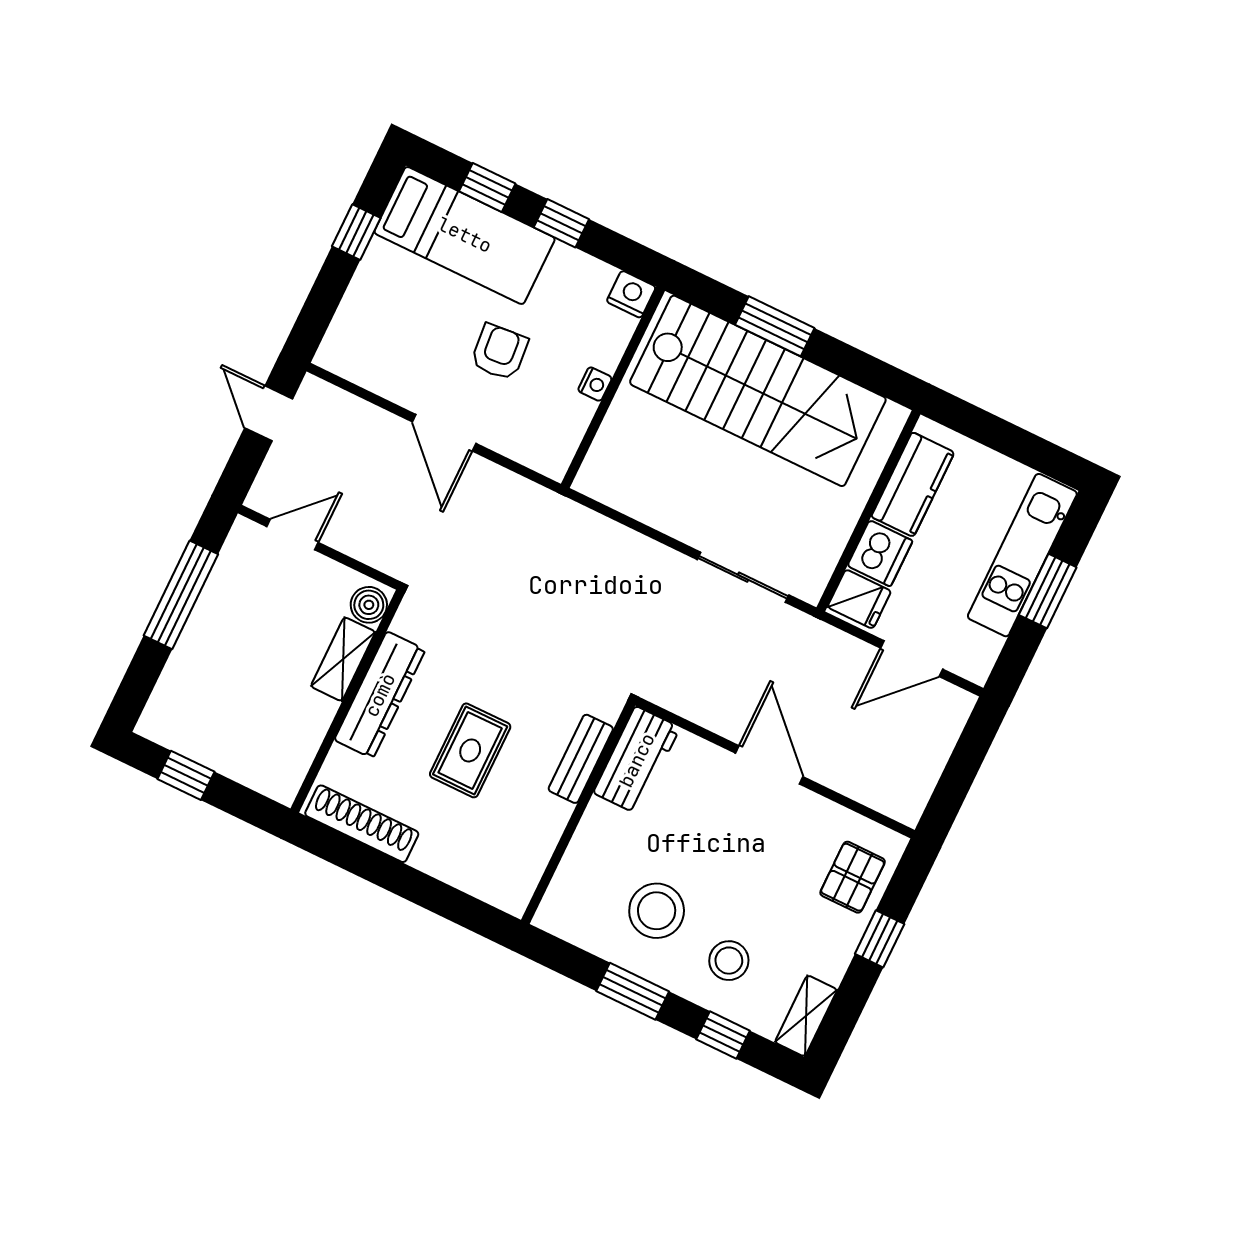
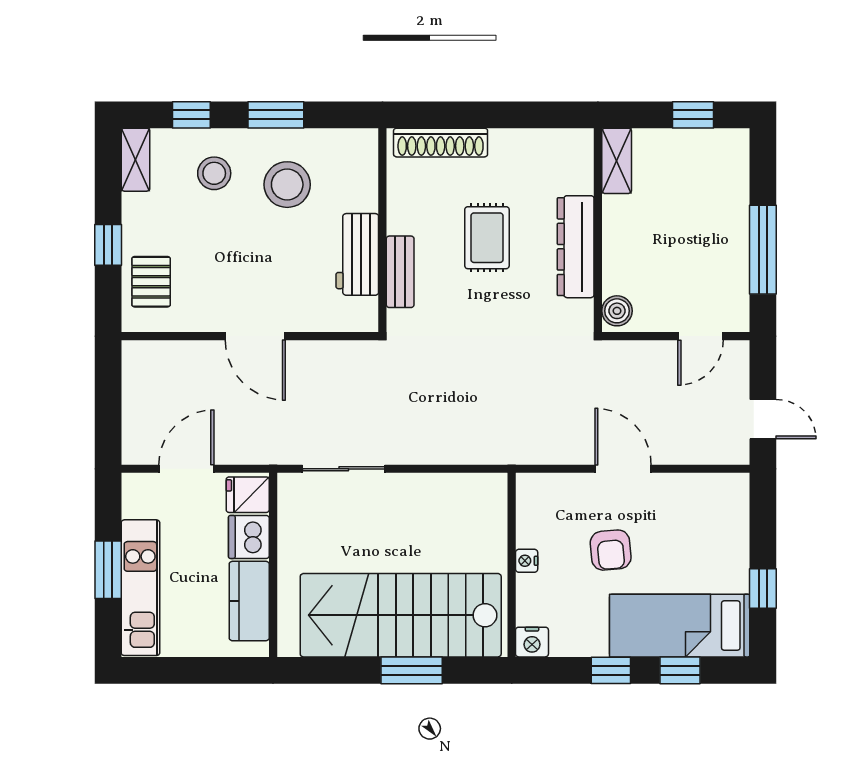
shelving: (343, 659) -> (617, 161), moved
workbench: (637, 760) -> (357, 254), moved
shoe rack: (362, 824) -> (441, 143), moved

